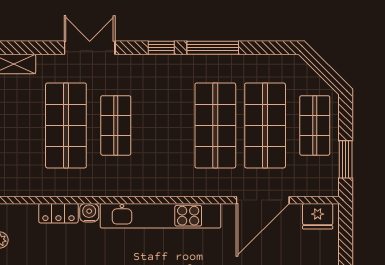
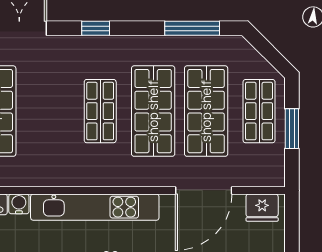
window: (213, 48) -> (192, 28), moved
shop shelf: (116, 125) -> (100, 111), moved
window: (346, 159) -> (292, 129), moved

